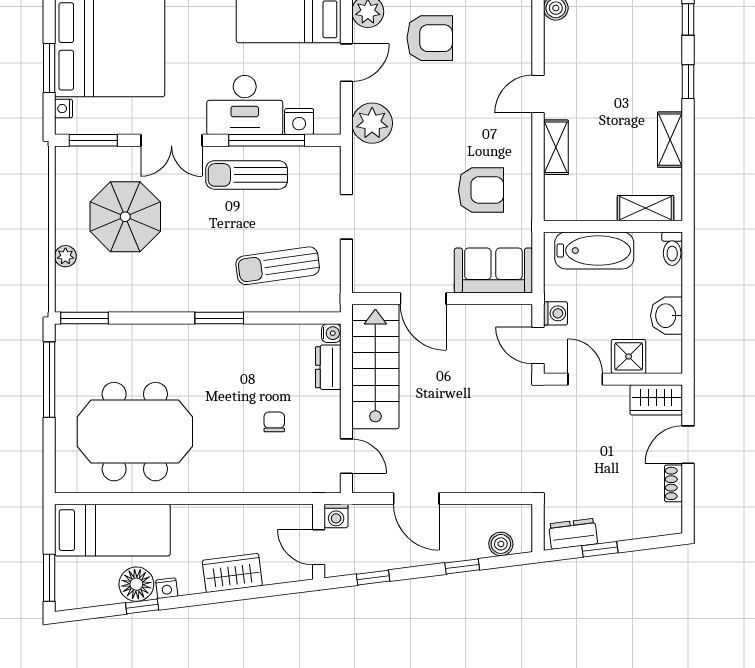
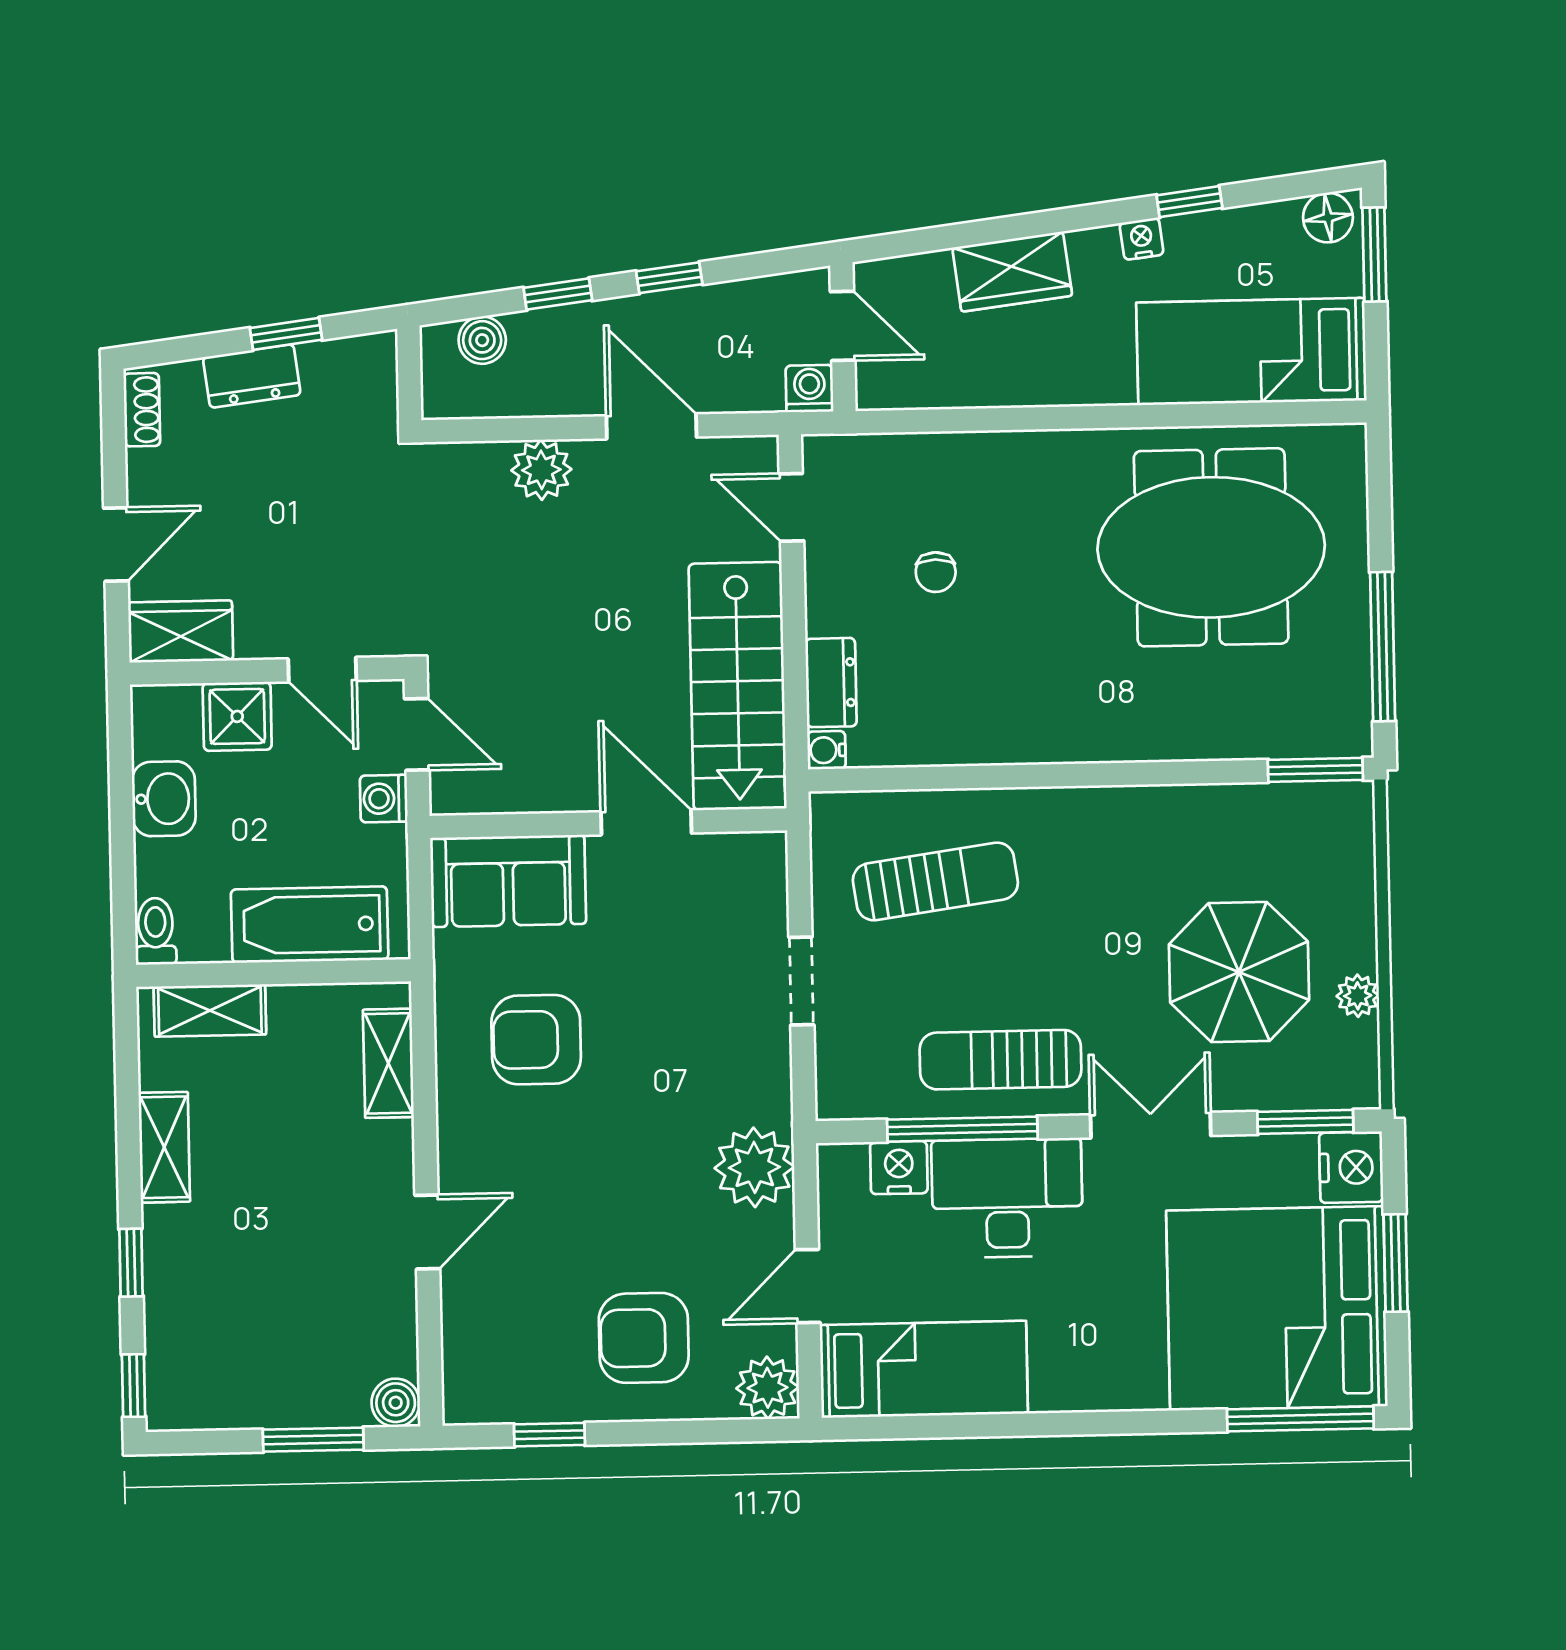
nightstand: (64, 109) -> (1351, 1167), width x1.89, depth x1.79
shelving: (556, 147) -> (388, 1063), moved
sun lounger: (247, 175) -> (1000, 1060), turned 180
plant: (65, 256) -> (1358, 996), moved
window: (219, 318) -> (1049, 775), removed
plant: (472, 478) -> (541, 470), added
shoe rack: (674, 483) -> (142, 410), moved
dresser: (573, 534) -> (252, 376), moved
window: (373, 578) -> (669, 278), moved
floor lamp: (136, 584) -> (1328, 218), moved, width x0.73, depth x0.73

